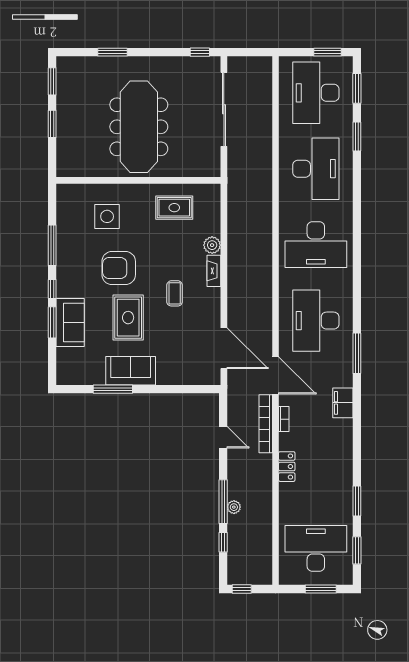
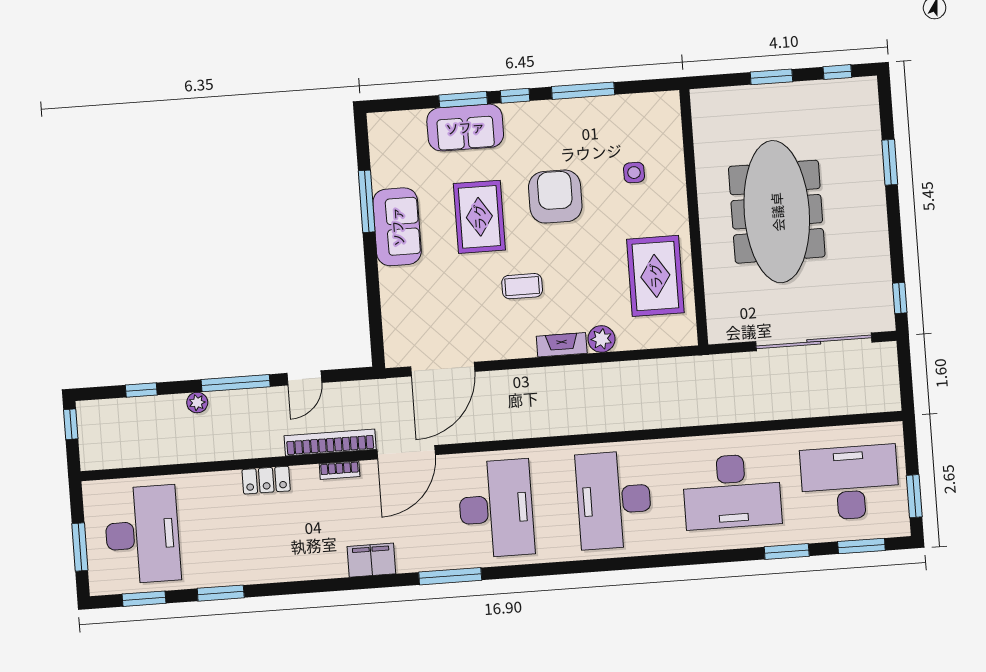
window: (52, 81) -> (837, 72), width x0.67
meeting table: (139, 127) -> (777, 212), turned 90
rug: (174, 208) -> (655, 276), width x1.36, depth x1.43
side table: (107, 216) -> (634, 173), width x0.54, depth x0.54
rug: (128, 318) -> (479, 217), turned 90
desk: (316, 321) -> (496, 509), turned 90
window: (223, 502) -> (236, 383), moved

